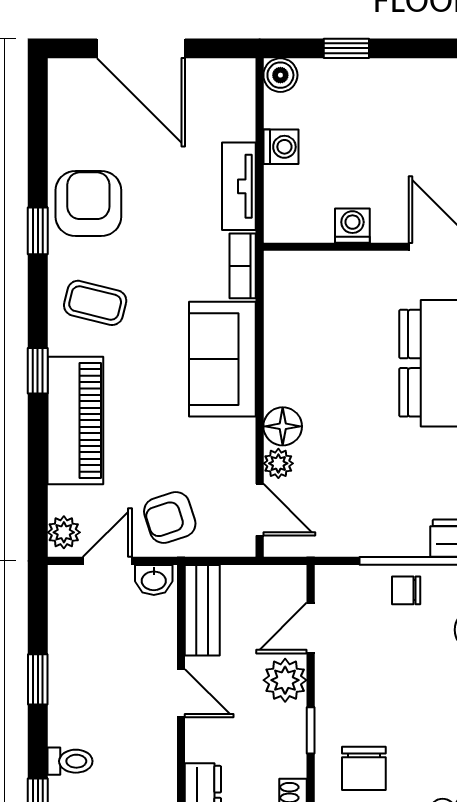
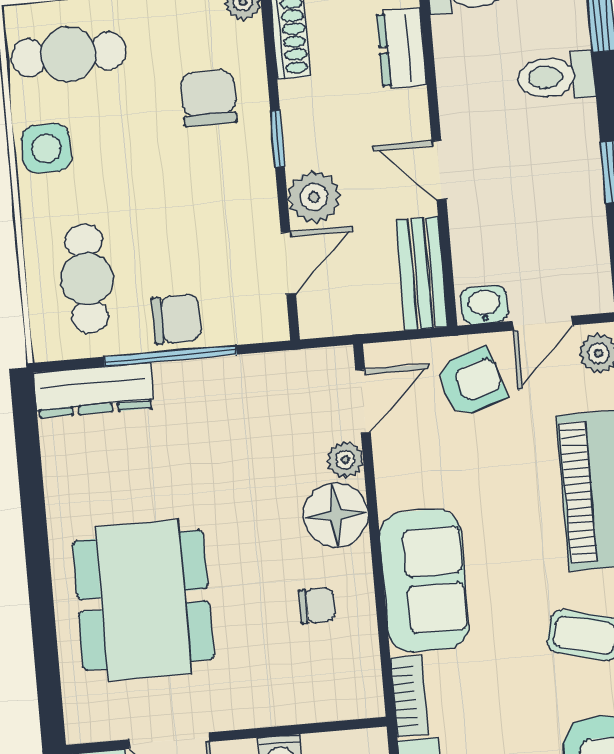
chair: (312, 346) -> (317, 606), added
floor lamp: (283, 426) -> (336, 515), width x1.38, depth x1.38
door: (260, 510) -> (363, 401), swing flipped
chair: (406, 590) -> (176, 319), width x1.37, depth x1.37
toilet: (70, 761) -> (556, 77), width x1.37, depth x1.39

